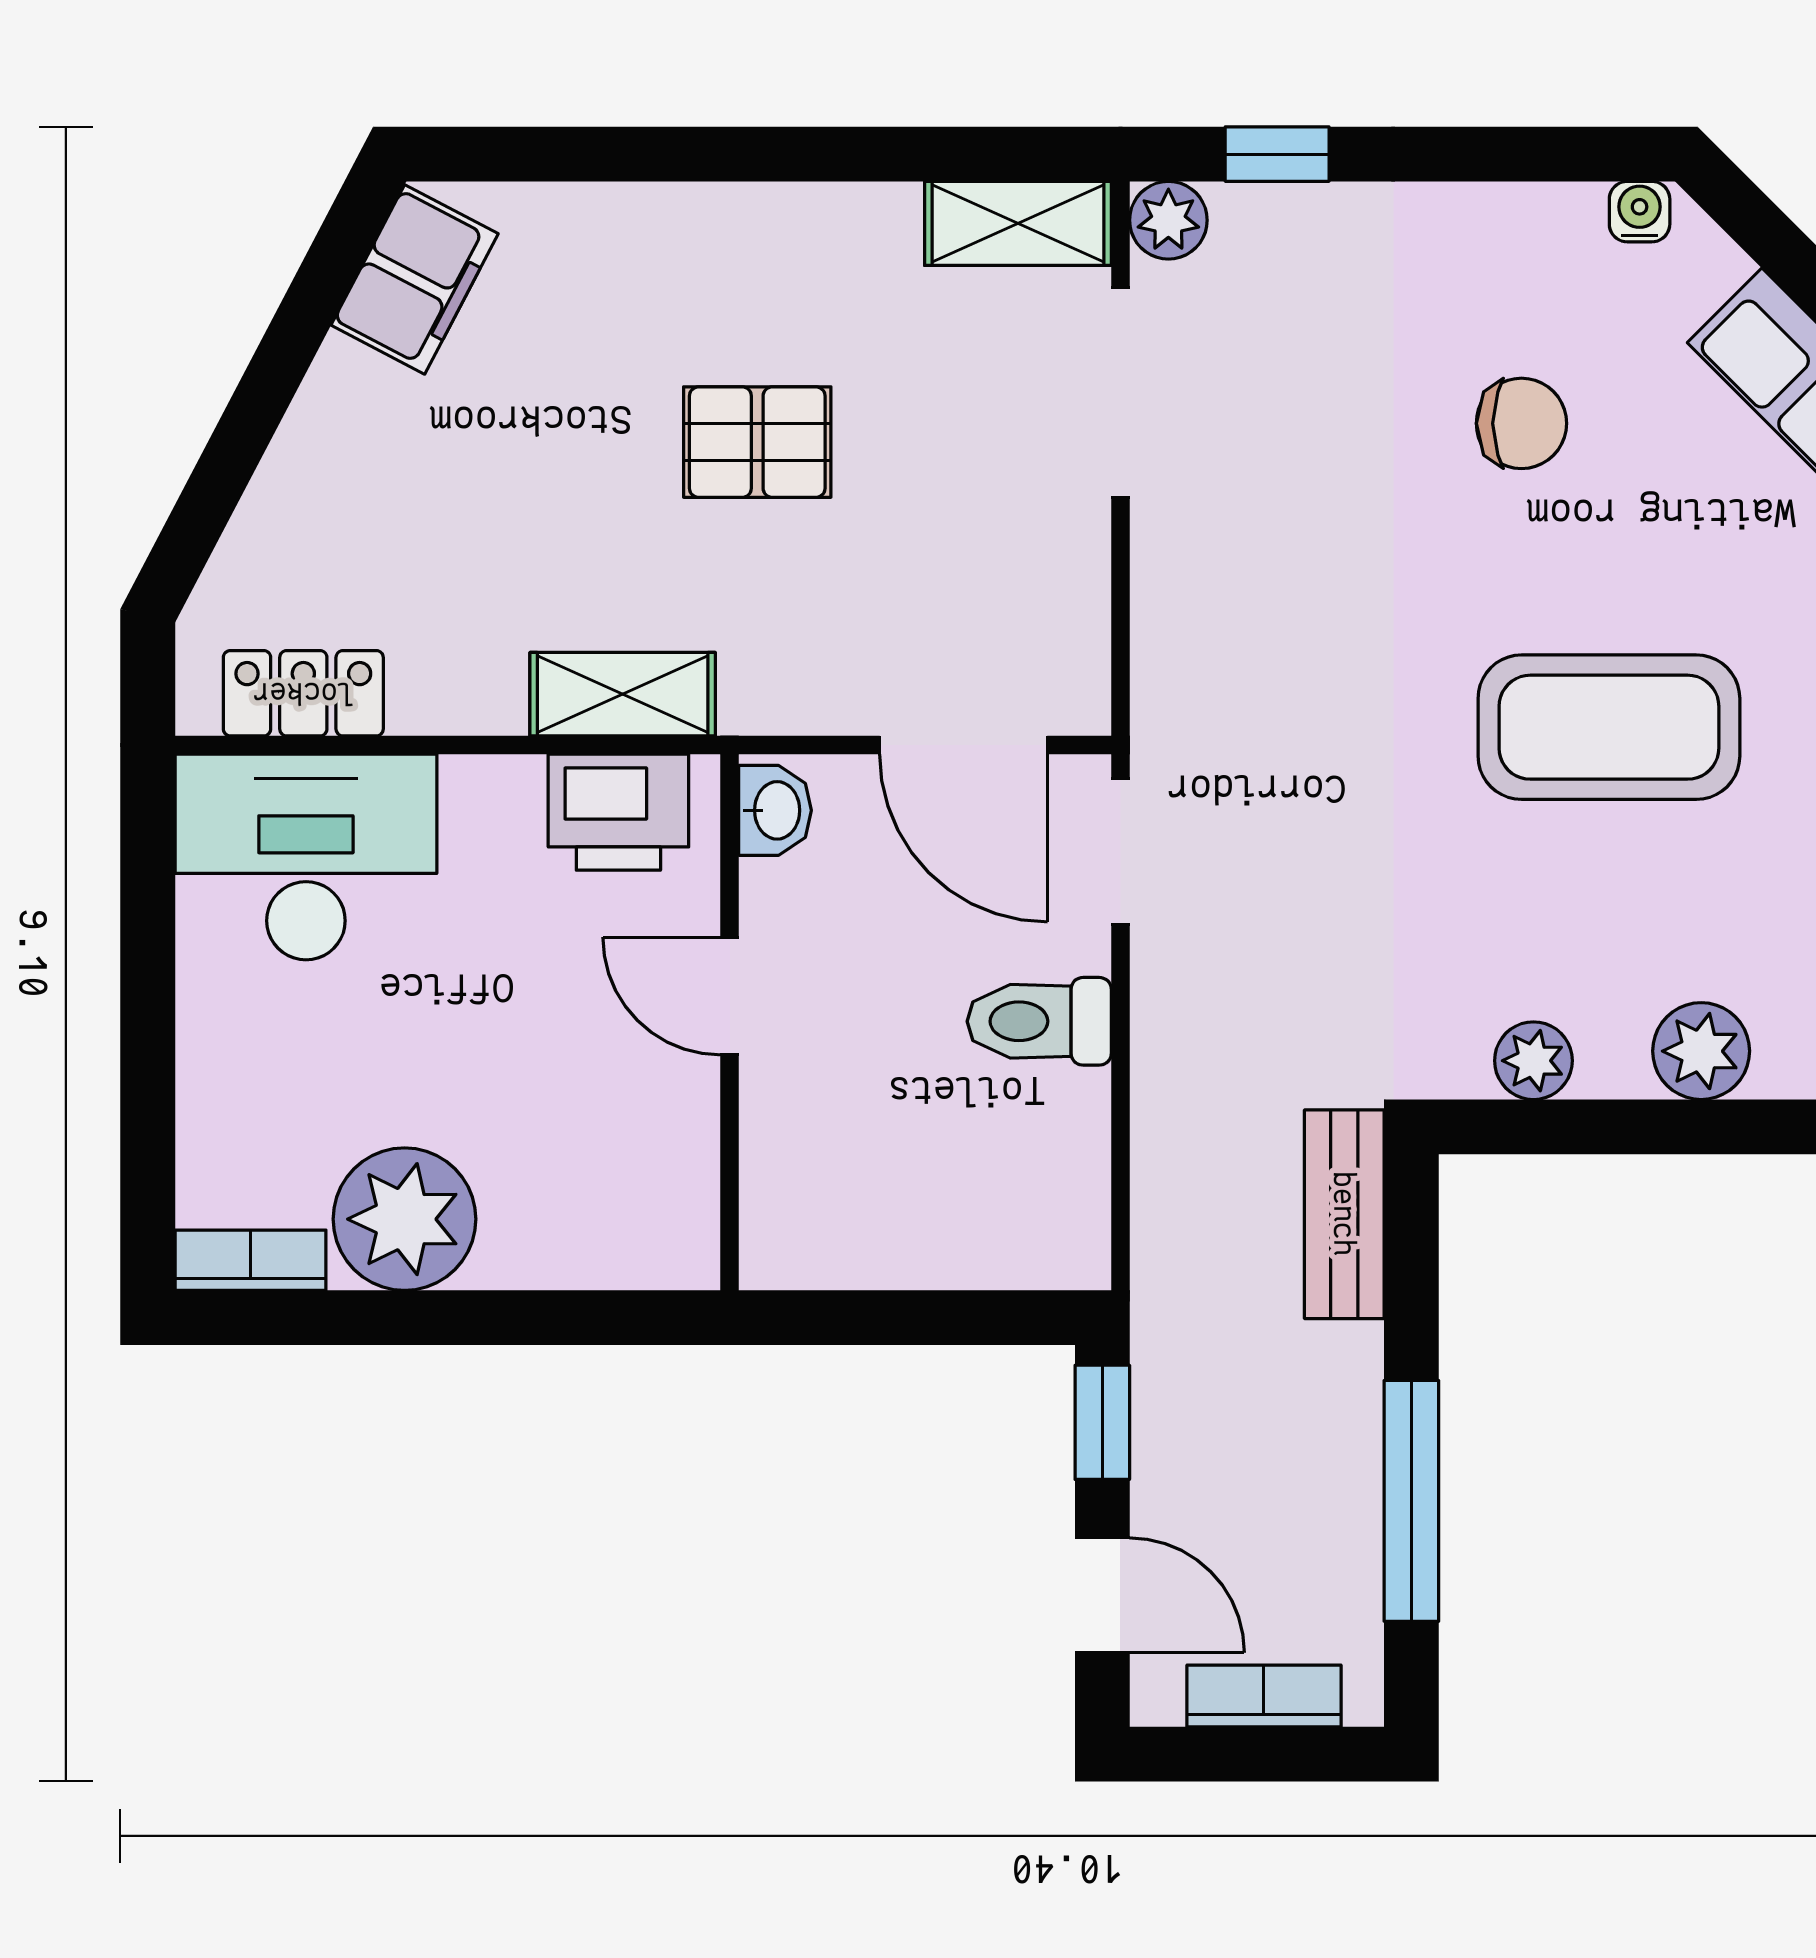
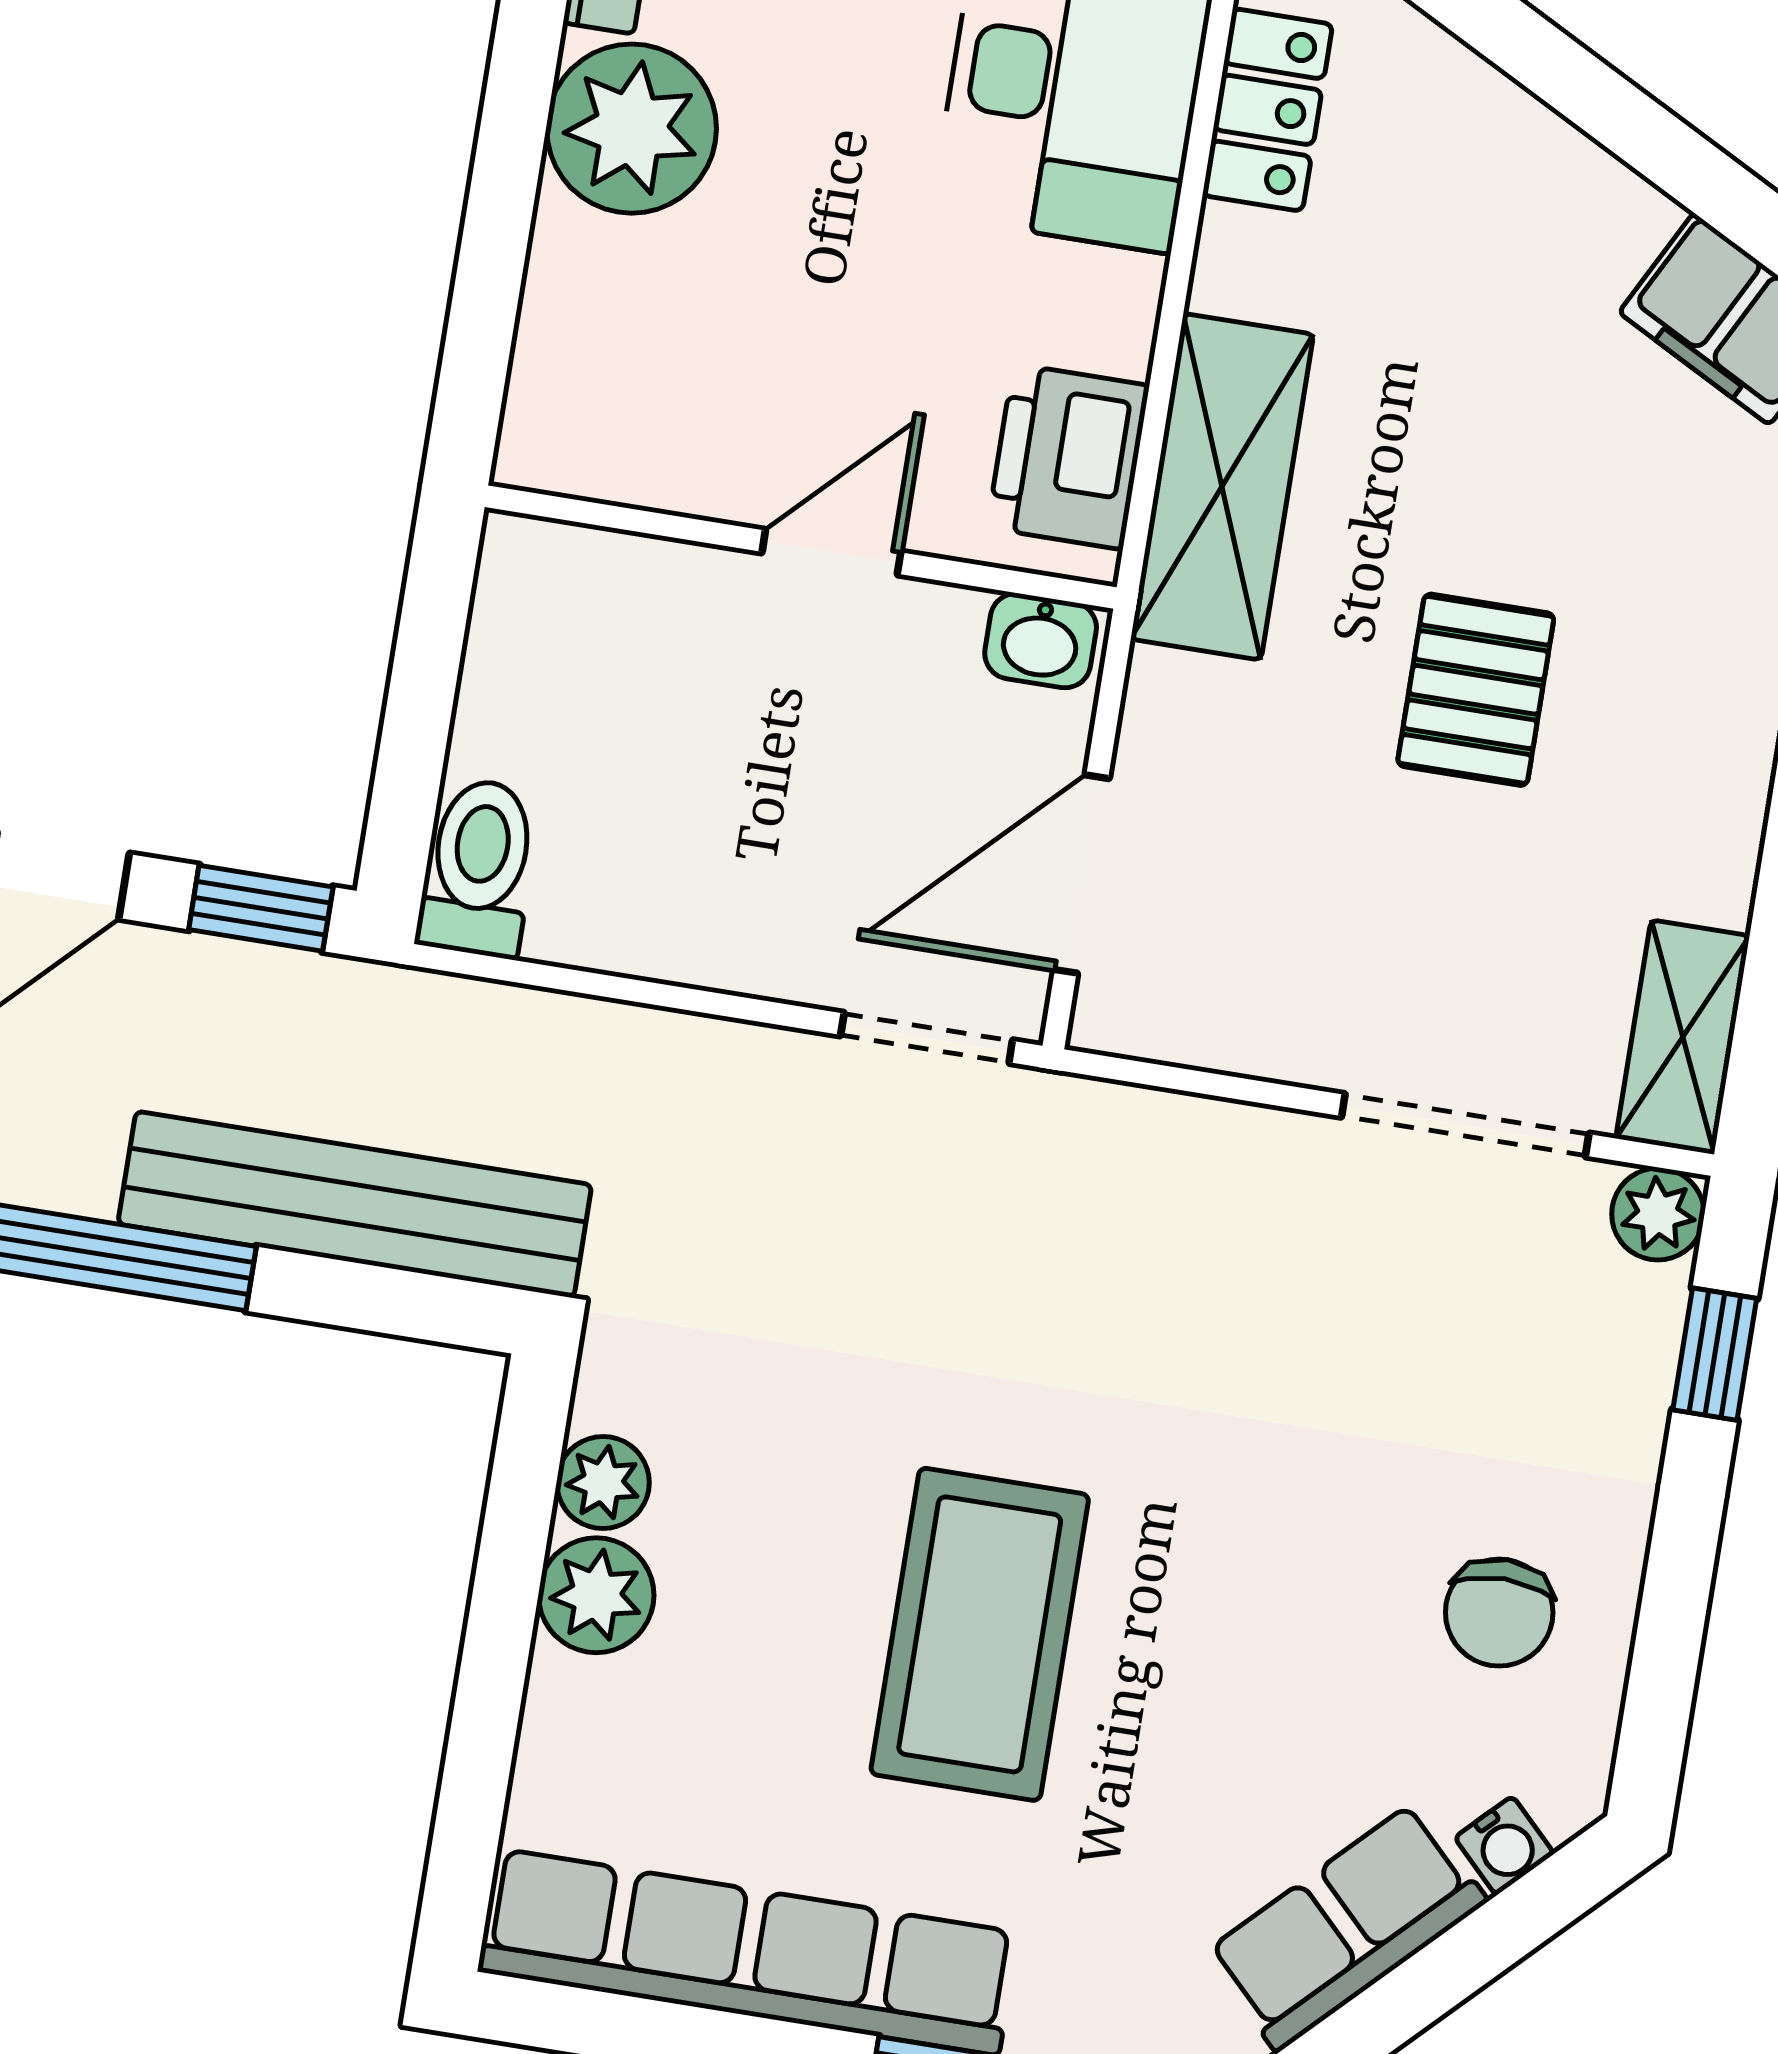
water cooler: (1640, 212) -> (1504, 1846), moved, turned 45
chair: (1521, 423) -> (1499, 1613), moved
shelving: (623, 694) -> (1222, 487), width x1.50, depth x1.33
toilet: (1039, 1021) -> (479, 868), moved
plant: (1701, 1051) -> (596, 1595), moved
bench: (1344, 1214) -> (355, 1204), width x1.86, depth x1.21

